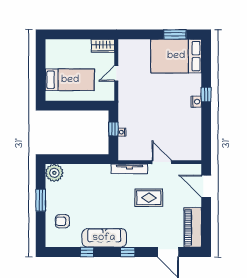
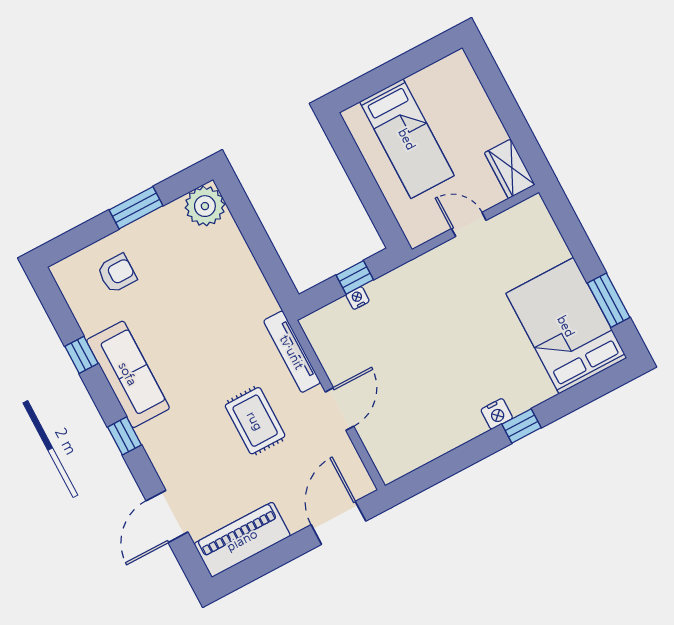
armchair: (62, 221) -> (117, 273), turned 90

